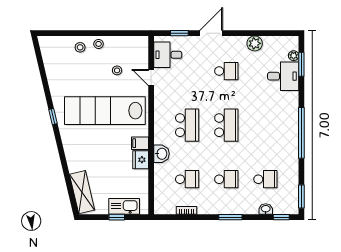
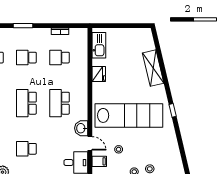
filing cabinet: (140, 143) -> (99, 161), moved
washbasin: (161, 154) -> (81, 128), moved
shelving: (82, 192) -> (153, 68), moved
kitchen sink: (124, 206) -> (99, 45), moved, turned -90
window: (117, 217) -> (119, 26), removed

